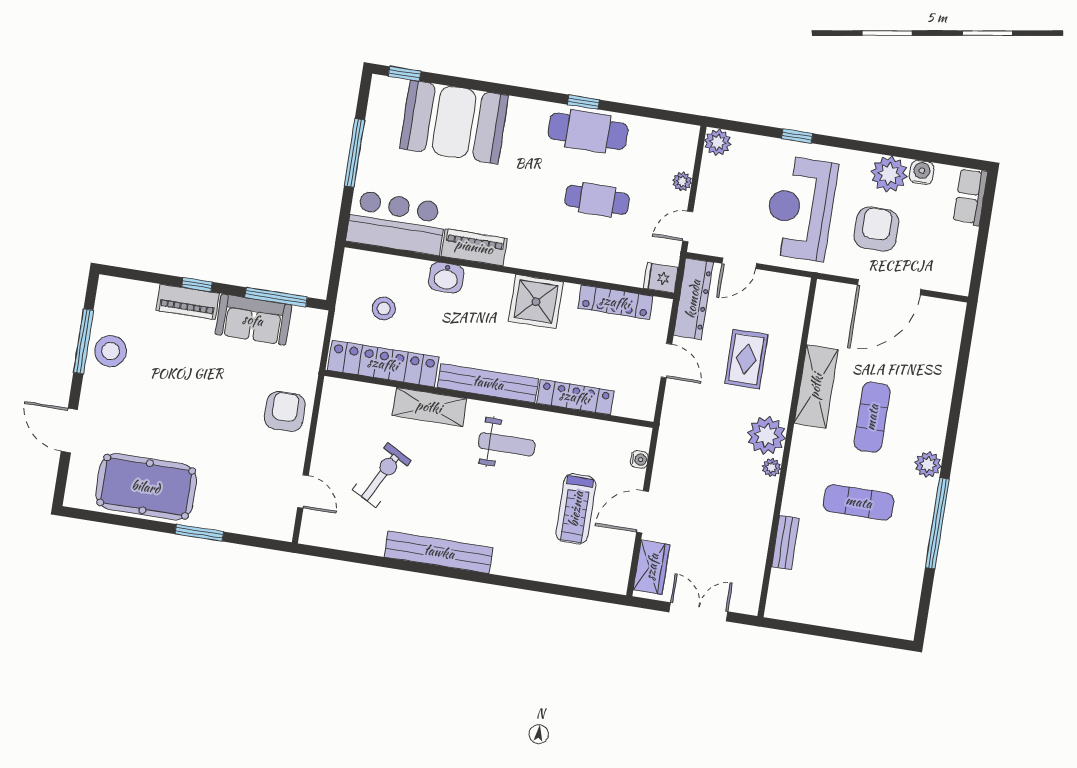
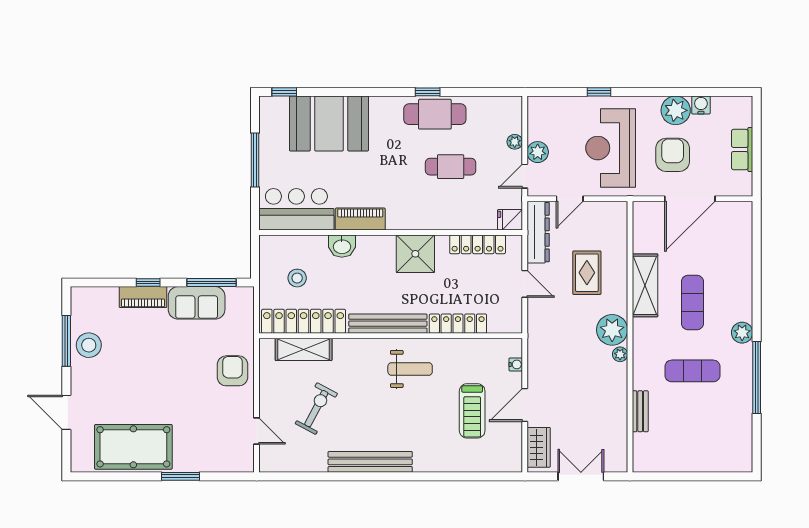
plant: (718, 142) -> (538, 152), moved
row of seats: (970, 197) -> (742, 149), moved
shelving: (429, 407) -> (304, 349), moved

